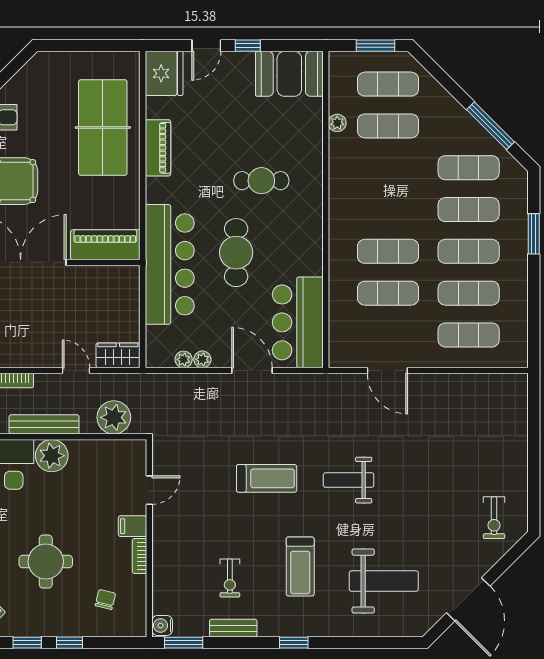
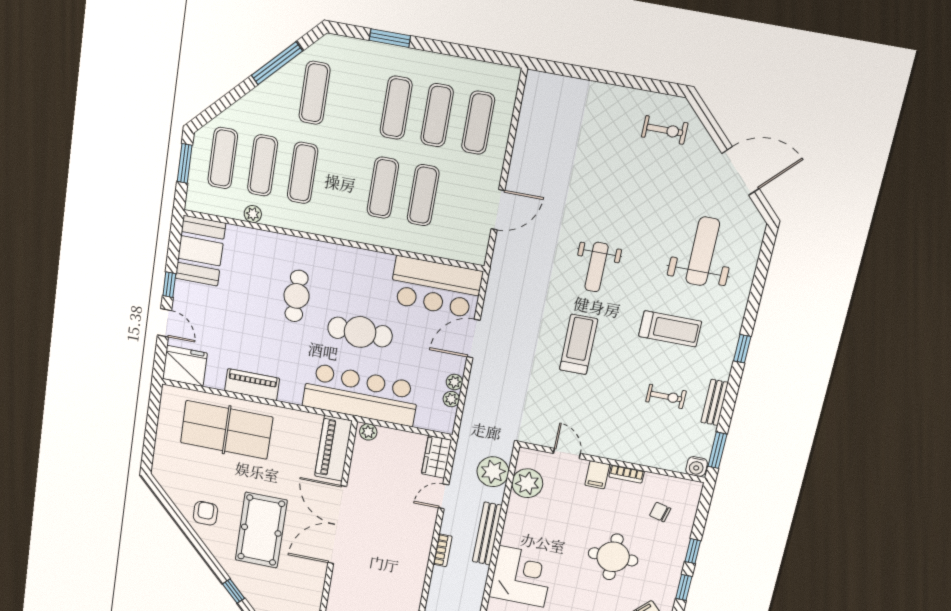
exercise mat: (469, 210) -> (303, 173), moved
plant: (131, 279) -> (368, 432), added
plant: (52, 456) -> (527, 483), moved

